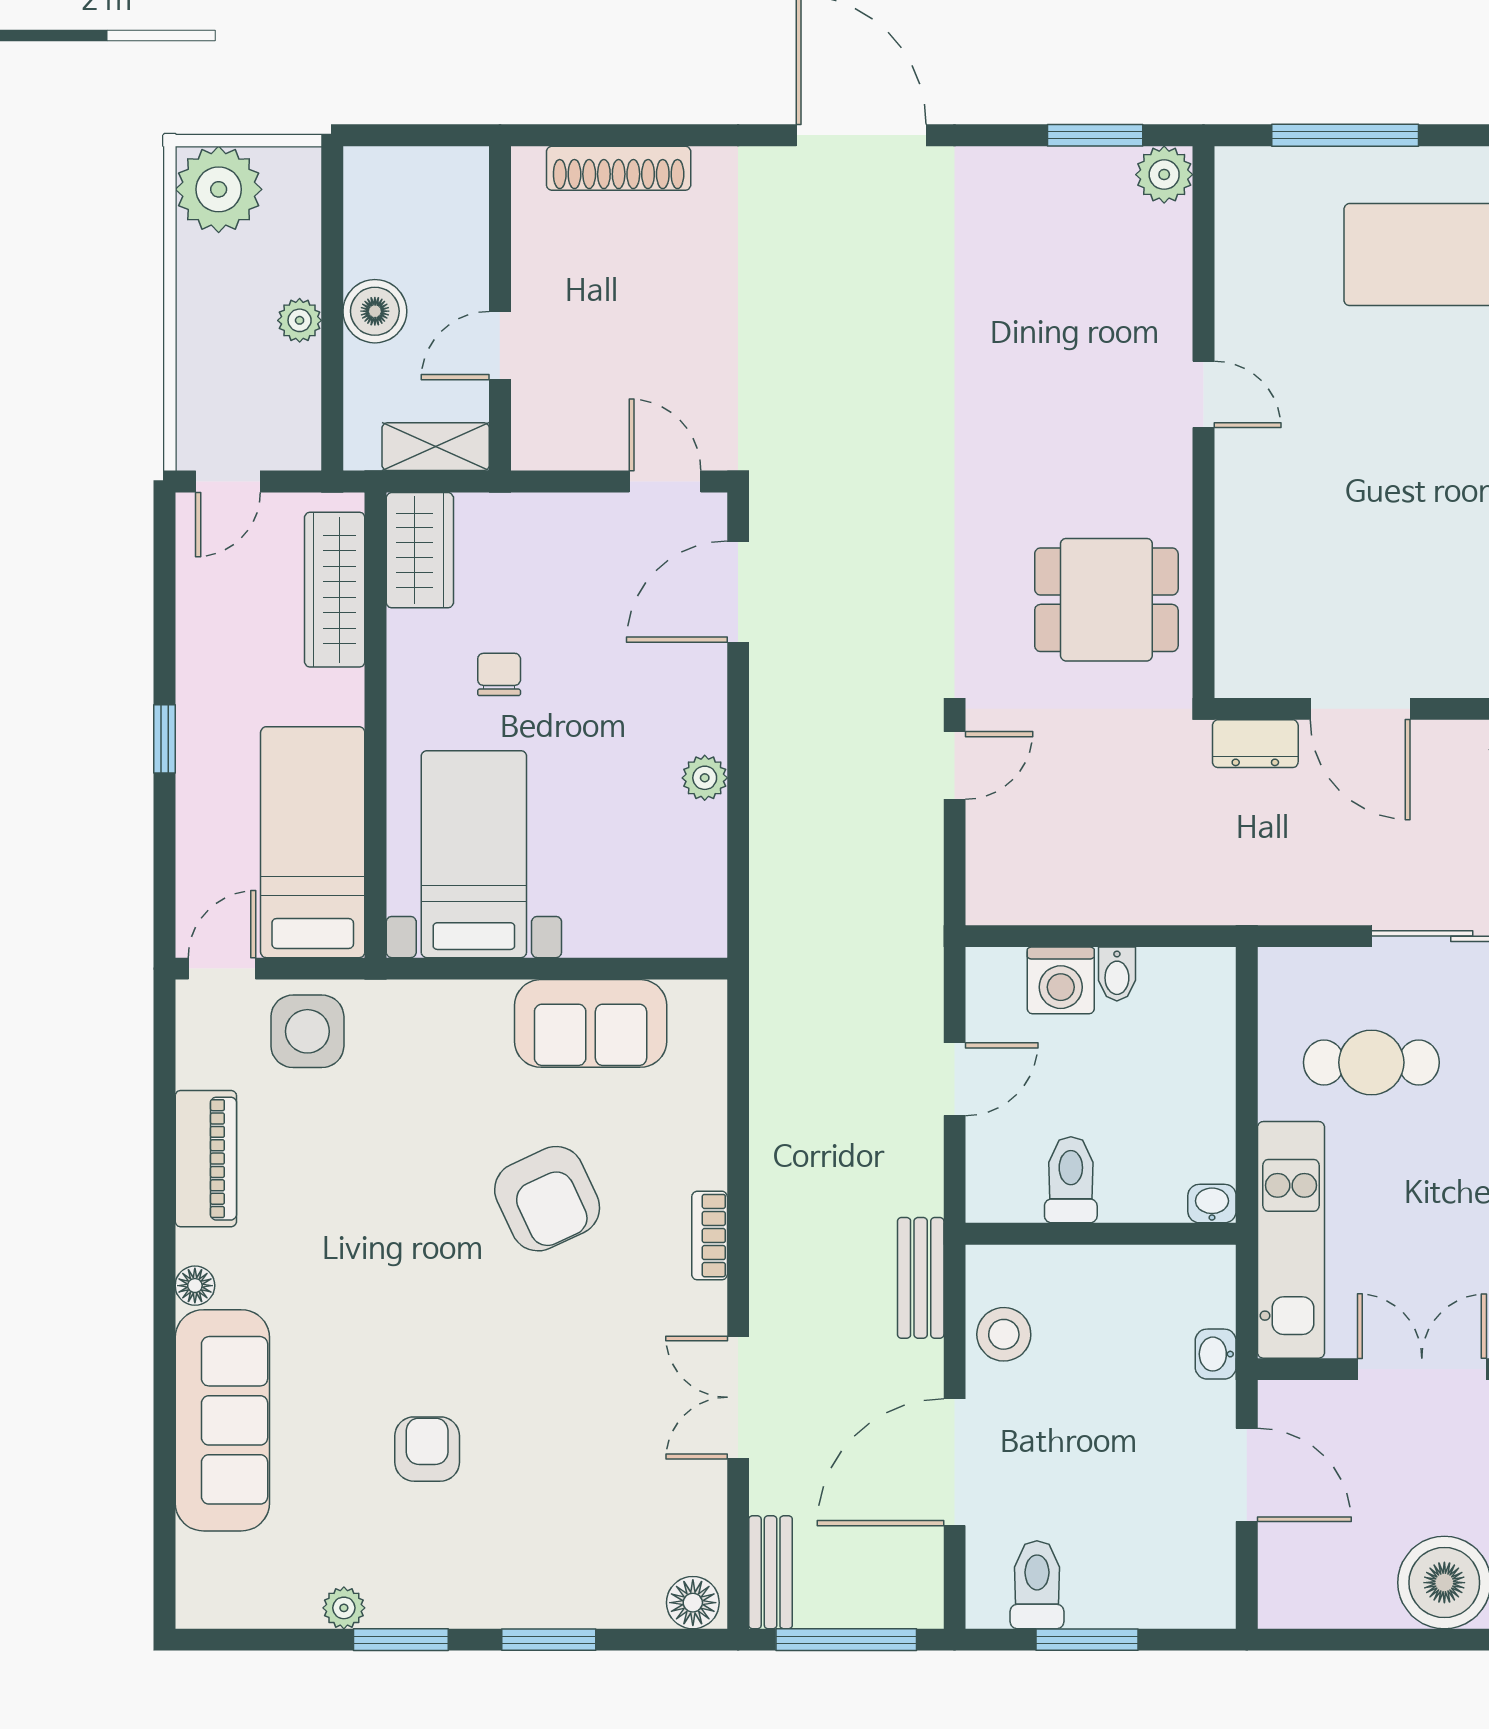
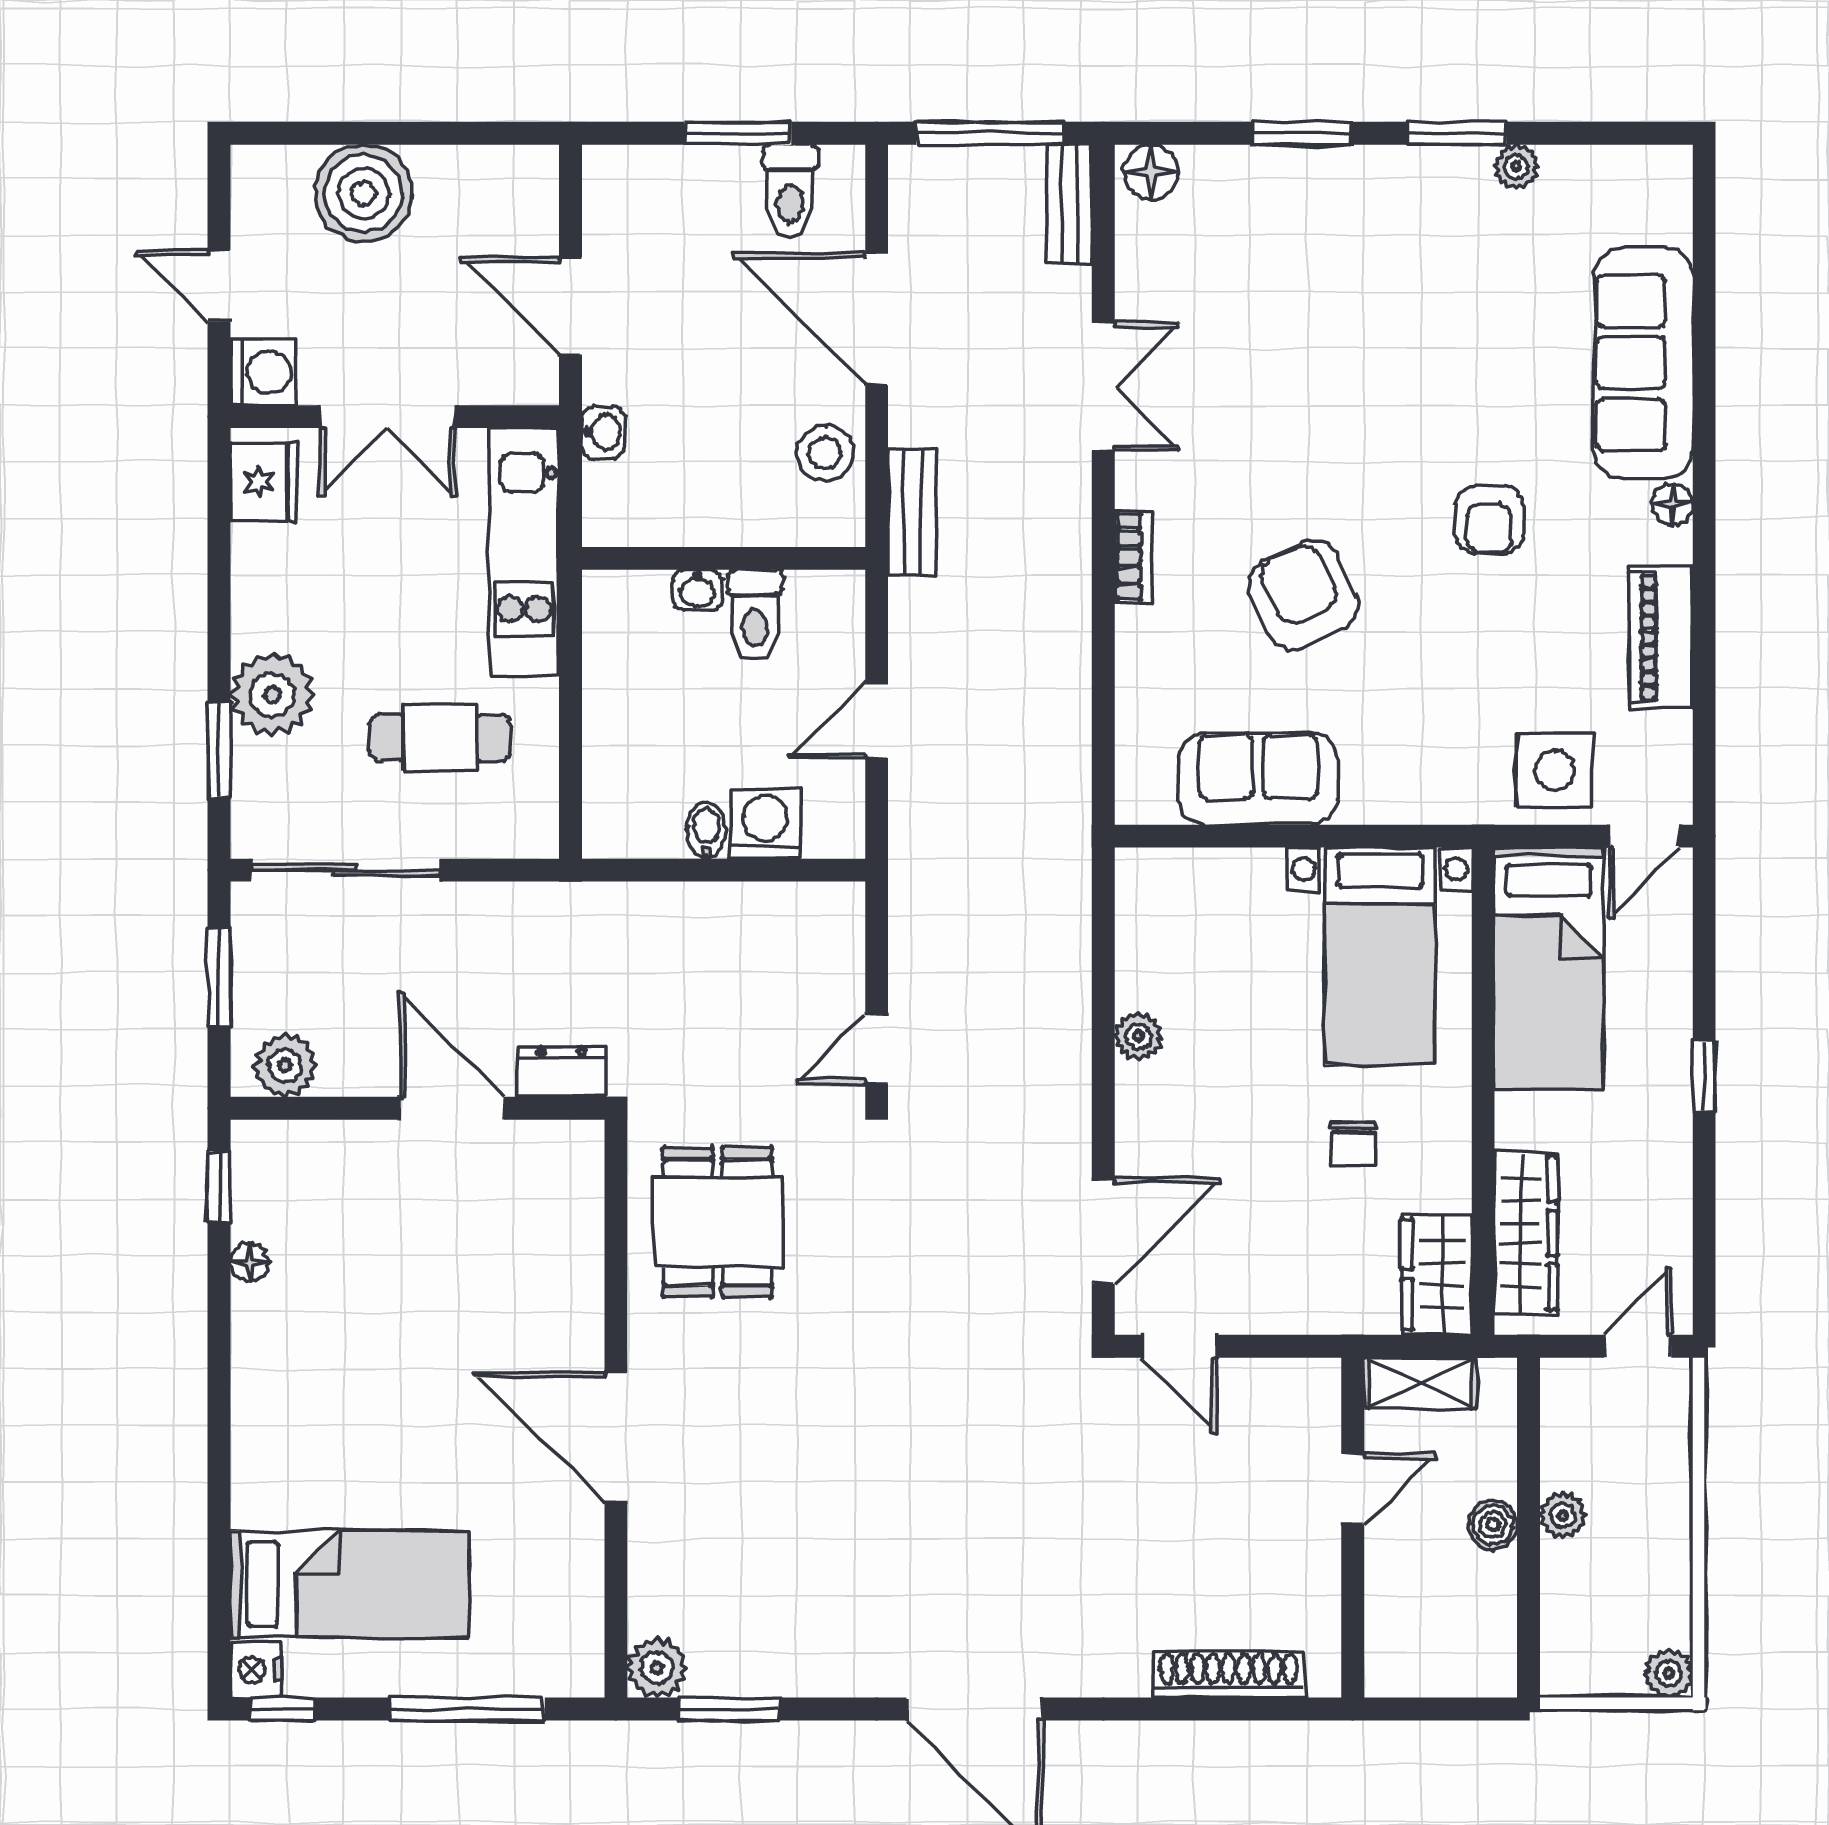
plant: (219, 189) -> (1669, 1673), width x0.53, depth x0.53
boiler: (375, 311) -> (1493, 1525), width x0.73, depth x0.73
door: (1204, 394) -> (616, 1438), width x1.87
dining table: (1106, 600) -> (718, 1222), turned 90
washbasin: (1212, 1204) -> (698, 590), moved
armchair: (427, 1449) -> (1489, 520), moved
door: (955, 1462) -> (877, 319), swing flipped

